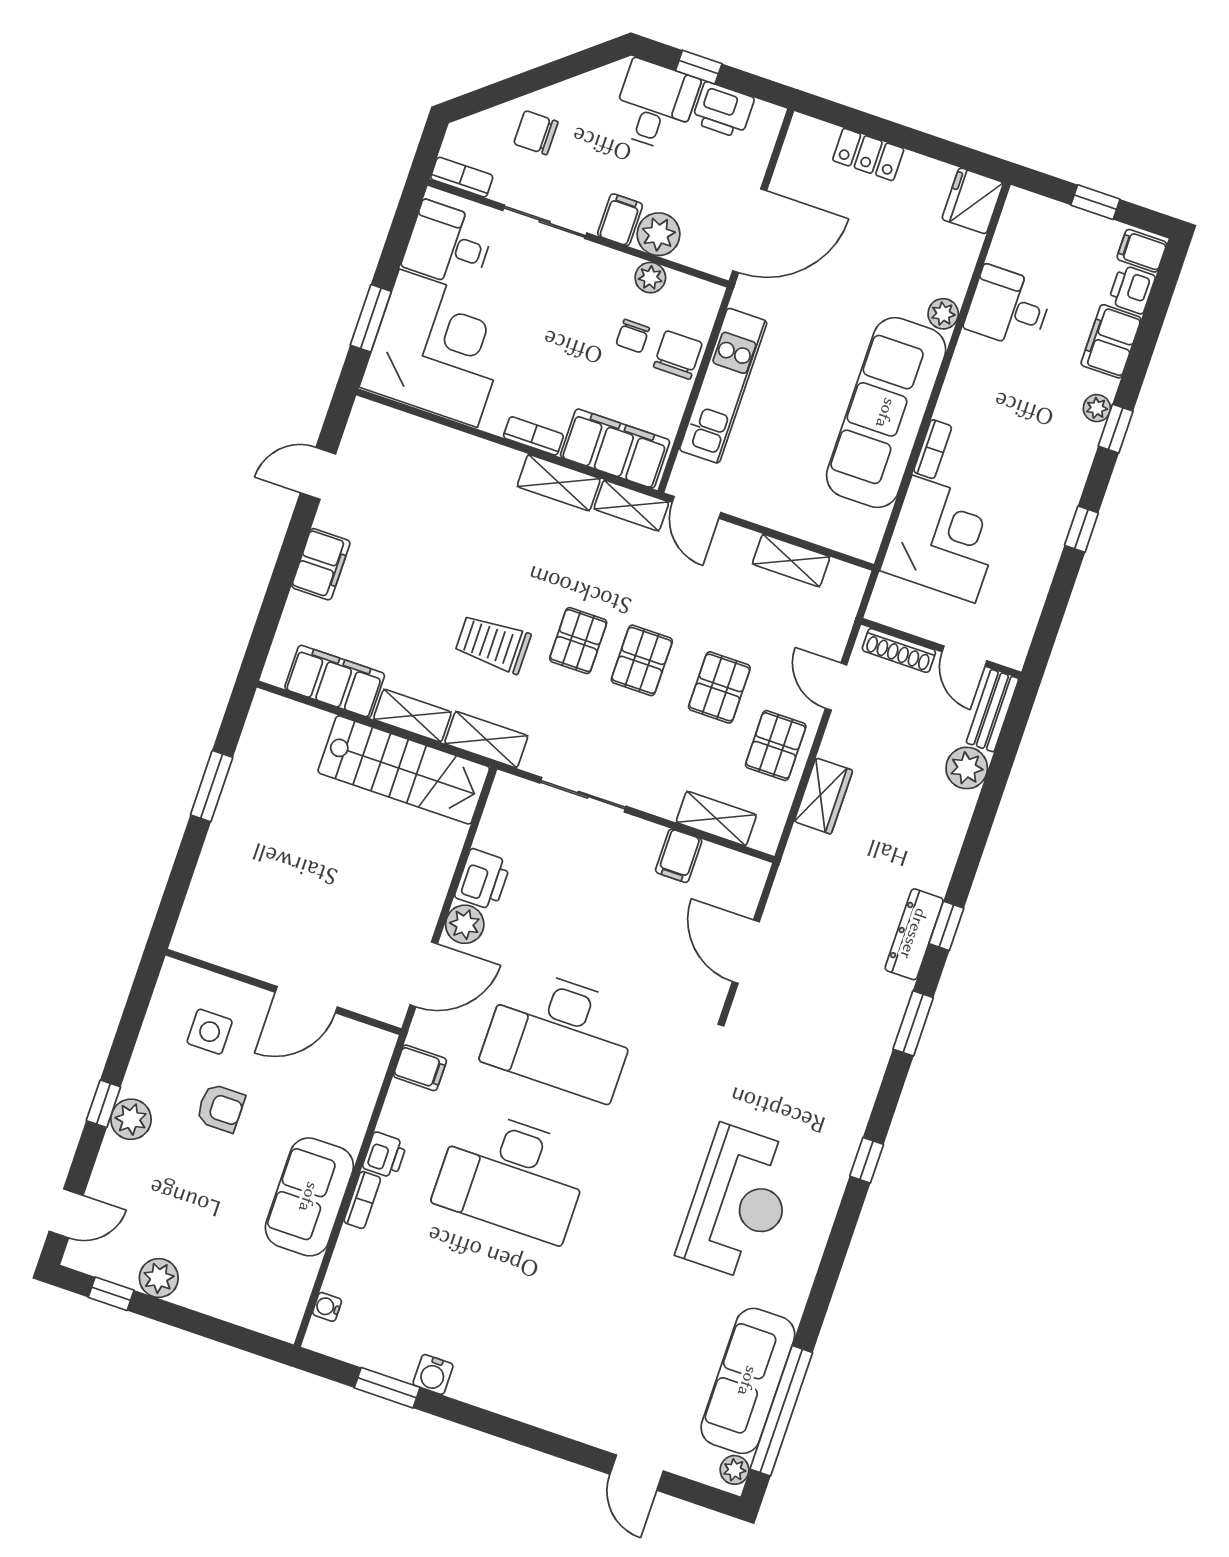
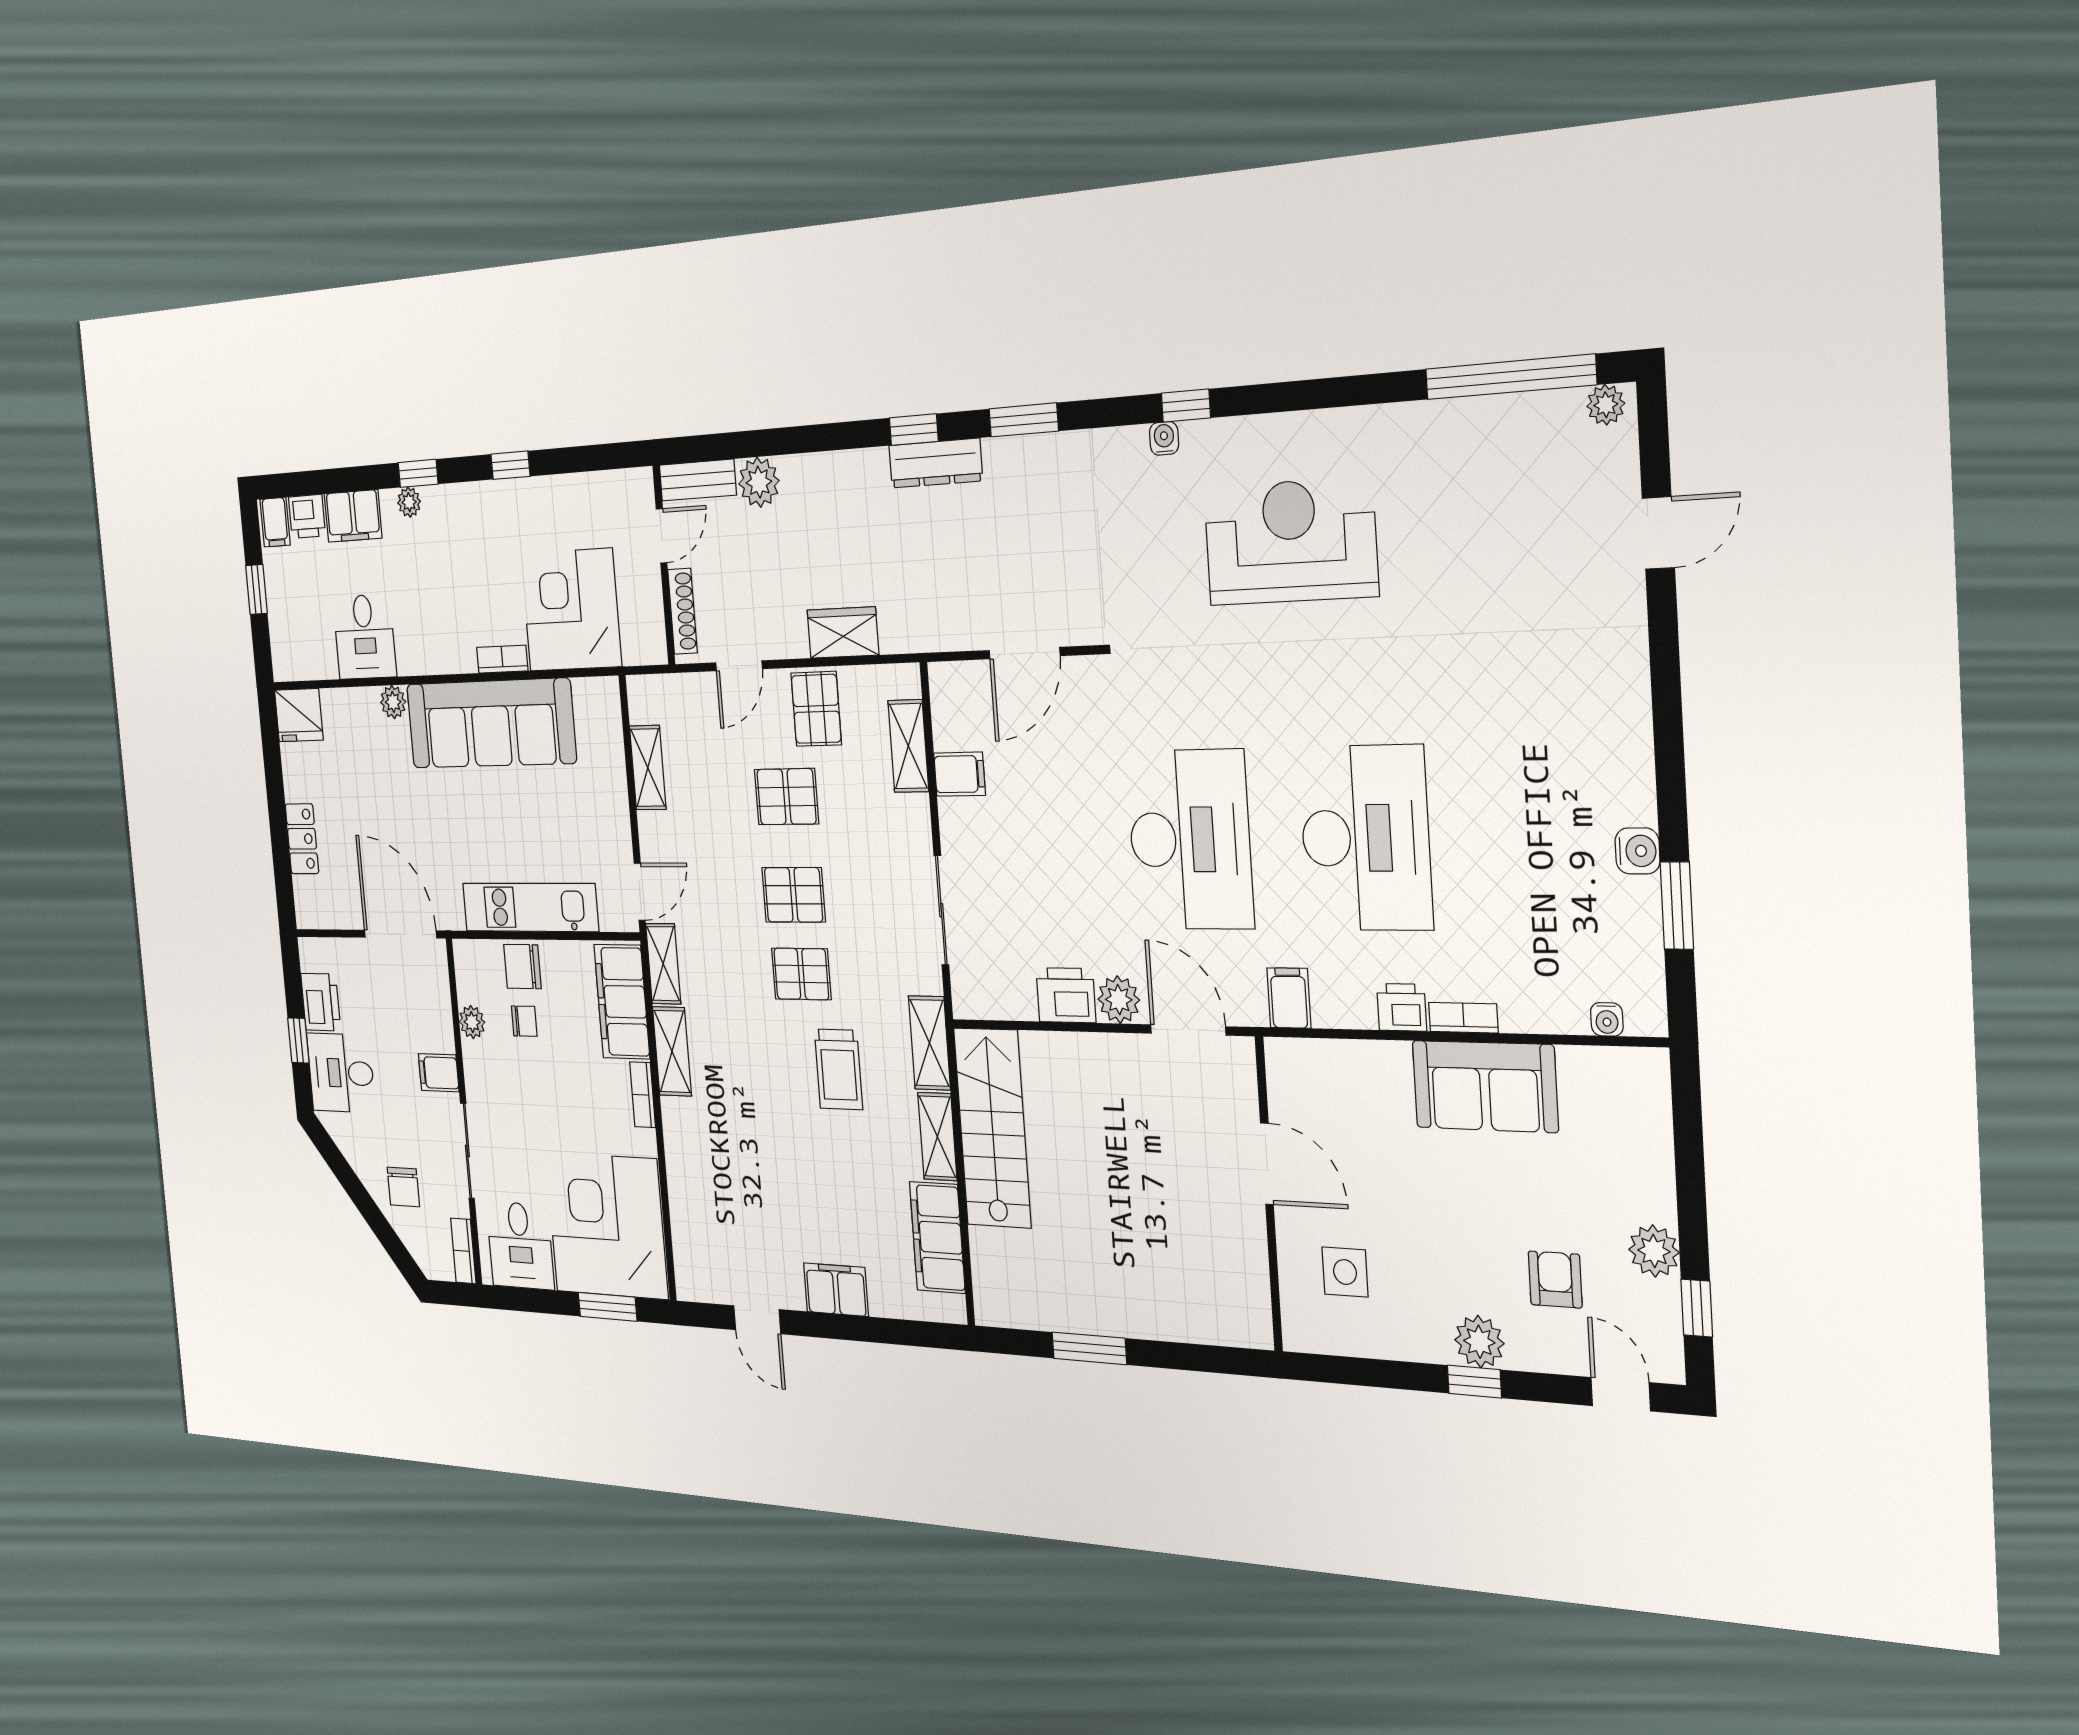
plant: (659, 234) -> (436, 1028), removed
pallet: (776, 746) -> (816, 709), turned 90
armchair: (221, 1108) -> (1555, 1279), moved
water cooler: (851, 1133) -> (1164, 438), added
sofa: (748, 1381) -> (1491, 437), removed

